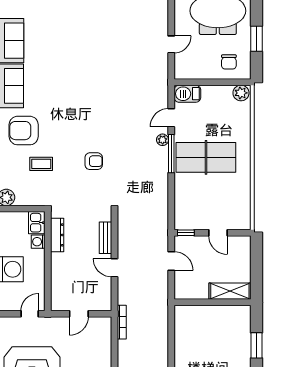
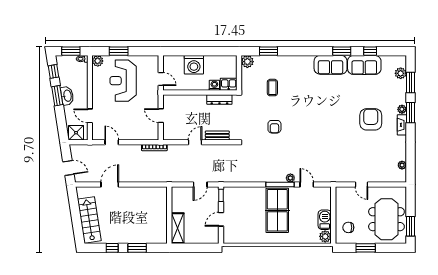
barbecue: (187, 94) -> (325, 220), moved
armchair: (24, 131) -> (371, 119), moved

